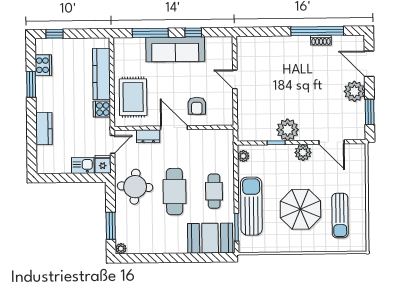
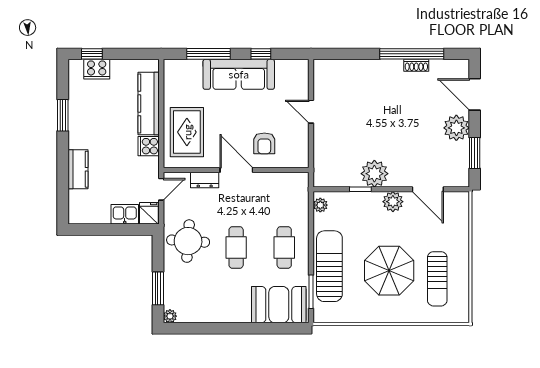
cooker: (43, 65) -> (97, 69), moved, turned 90
cafe table: (175, 192) -> (236, 247), width x0.73, depth x0.74

